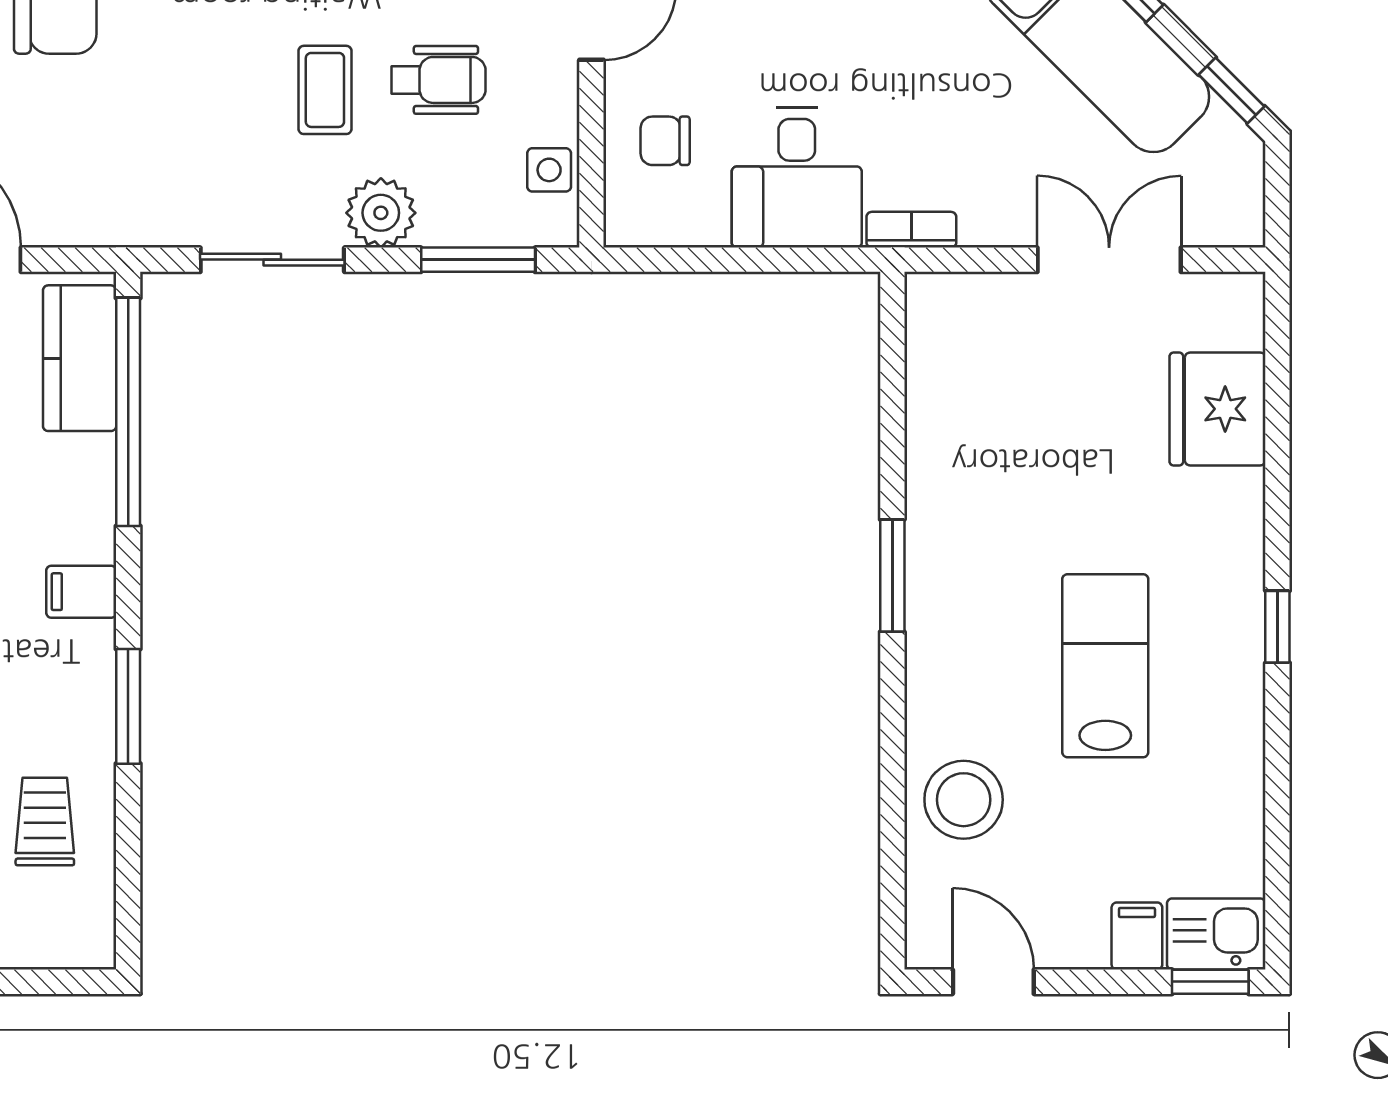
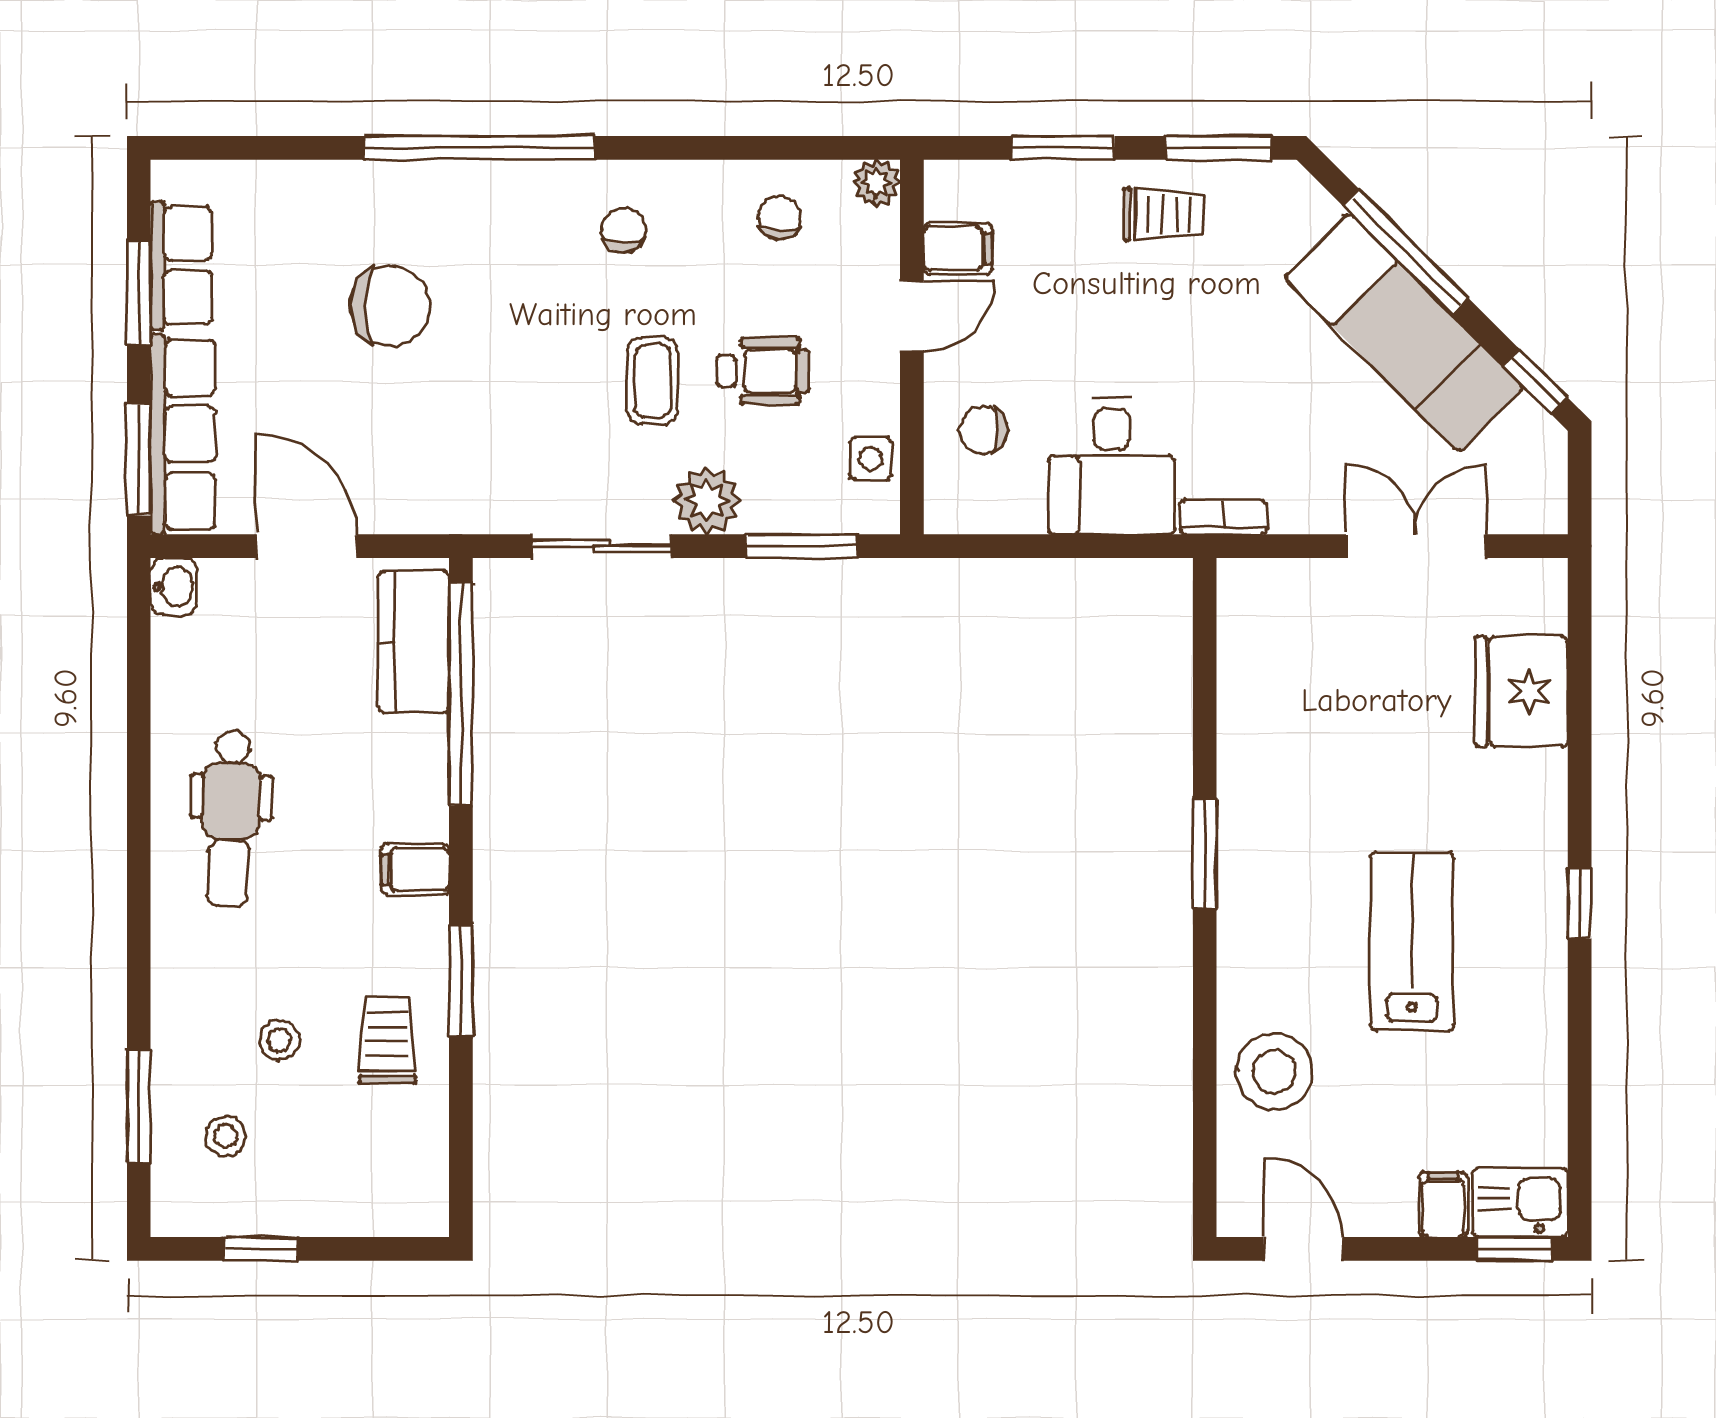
trolley: (45, 822) -> (387, 1040), moved

